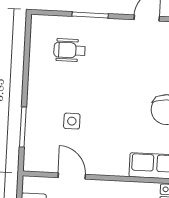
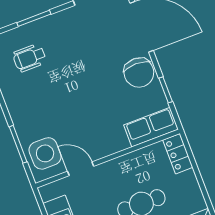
side table: (72, 121) -> (45, 153), moved, width x1.87, depth x1.87

